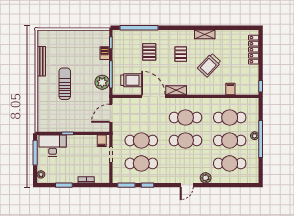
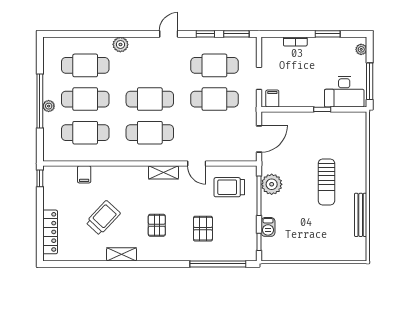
trolley: (209, 65) -> (103, 218), moved
door: (154, 96) -> (197, 164), width x0.53
door: (187, 185) -> (169, 34), moved

